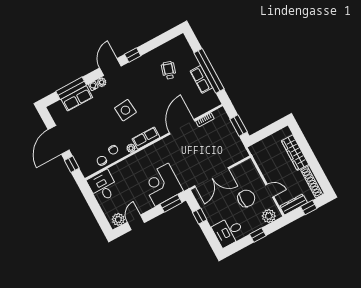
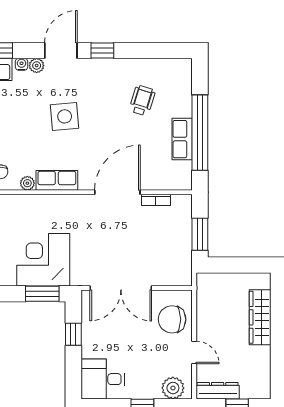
side table: (125, 110) -> (65, 116), moved
shoe rack: (313, 182) -> (263, 373), removed
chair: (246, 198) -> (172, 319), moved, turned 180

